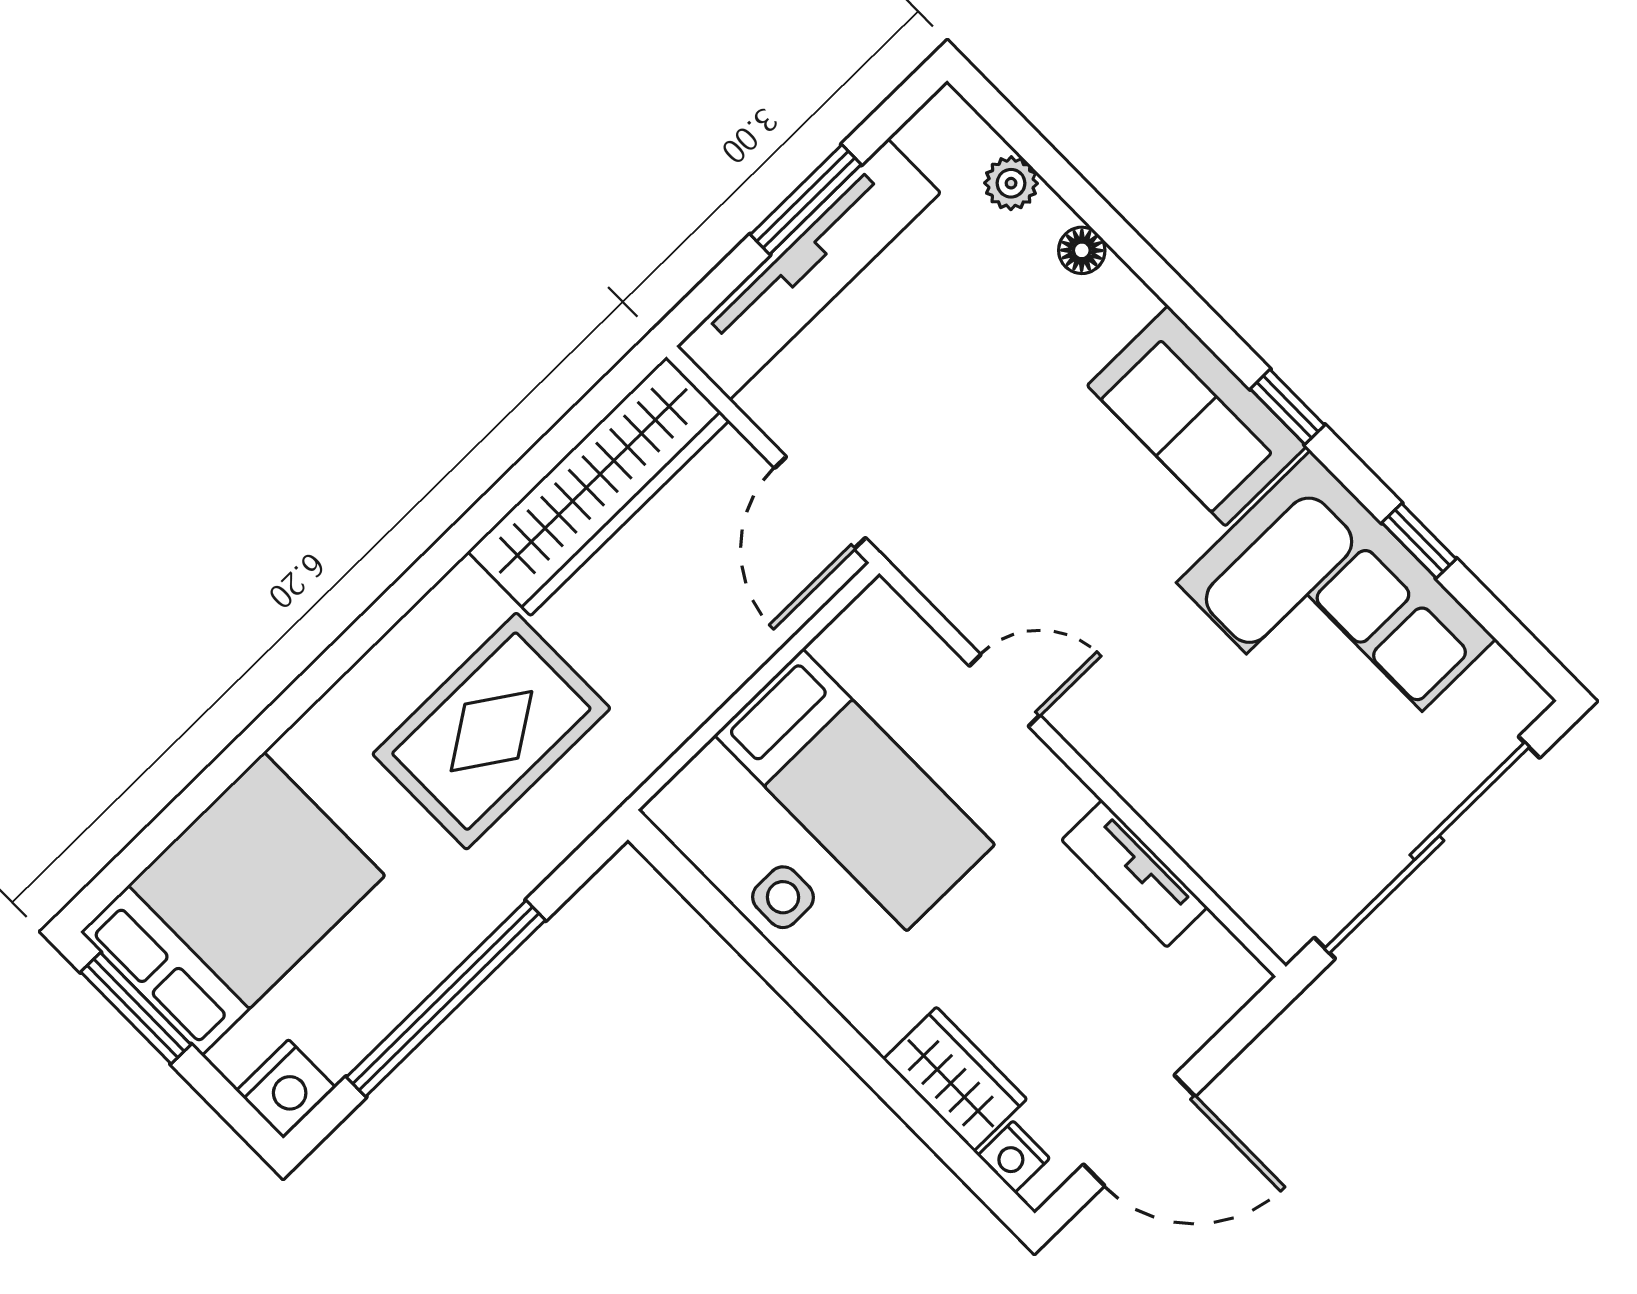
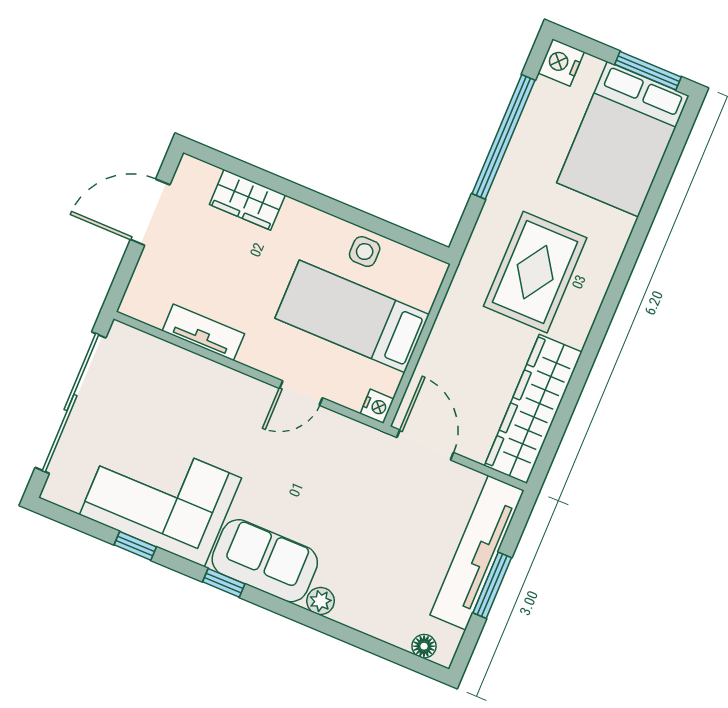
plant: (1011, 183) -> (321, 601), moved
floor lamp: (1082, 250) -> (424, 646), moved
nightstand: (1014, 1157) -> (377, 406), moved, turned 90

